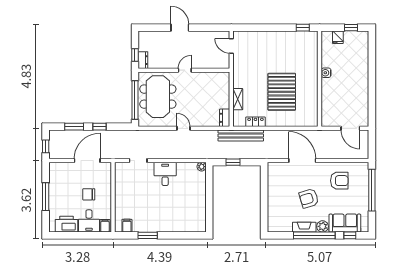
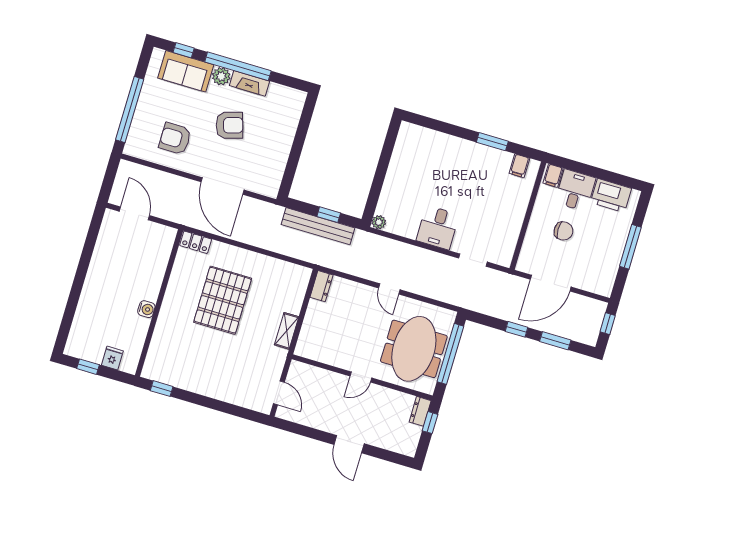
shelving: (238, 99) -> (287, 331), moved
locker: (255, 122) -> (196, 242), moved
bench: (241, 135) -> (318, 226), moved

